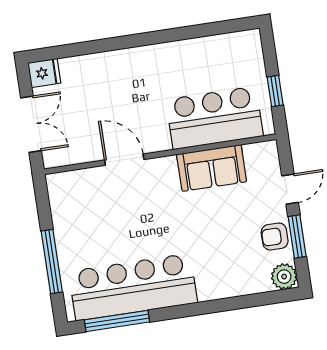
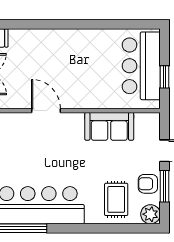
bar counter: (215, 118) -> (141, 66), moved, turned -90
rug: (236, 264) -> (116, 199), added

